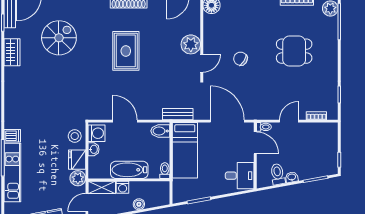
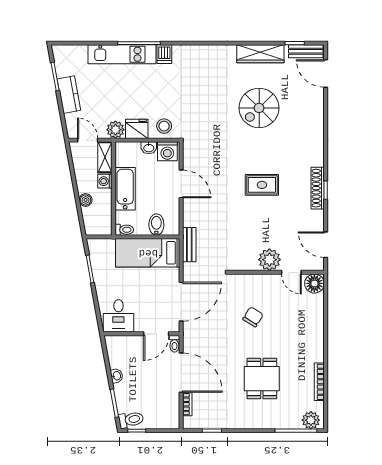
spiral stairs: (59, 38) -> (259, 108), moved, turned 90
rug: (126, 51) -> (262, 185), width x0.73, depth x0.70
wardrobe: (12, 52) -> (260, 54), width x1.50
door: (202, 63) -> (291, 272), moved
door: (125, 121) -> (181, 184), hinge flipped
door: (289, 121) -> (181, 373), width x1.88
bidet: (160, 131) -> (156, 225), moved
toilet: (278, 174) -> (131, 420), moved

